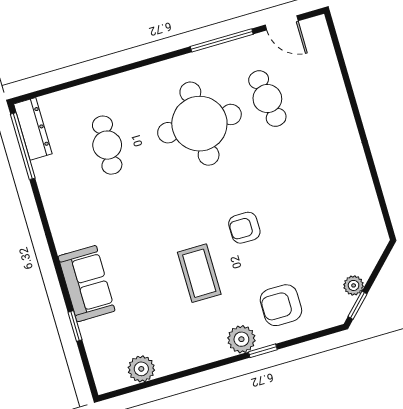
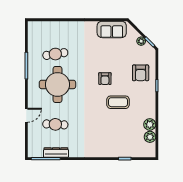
door: (282, 23) -> (26, 115), moved
dresser: (33, 129) -> (56, 153), moved
sofa: (87, 284) -> (112, 29), moved, turned 180
plant: (241, 339) -> (150, 124), moved

